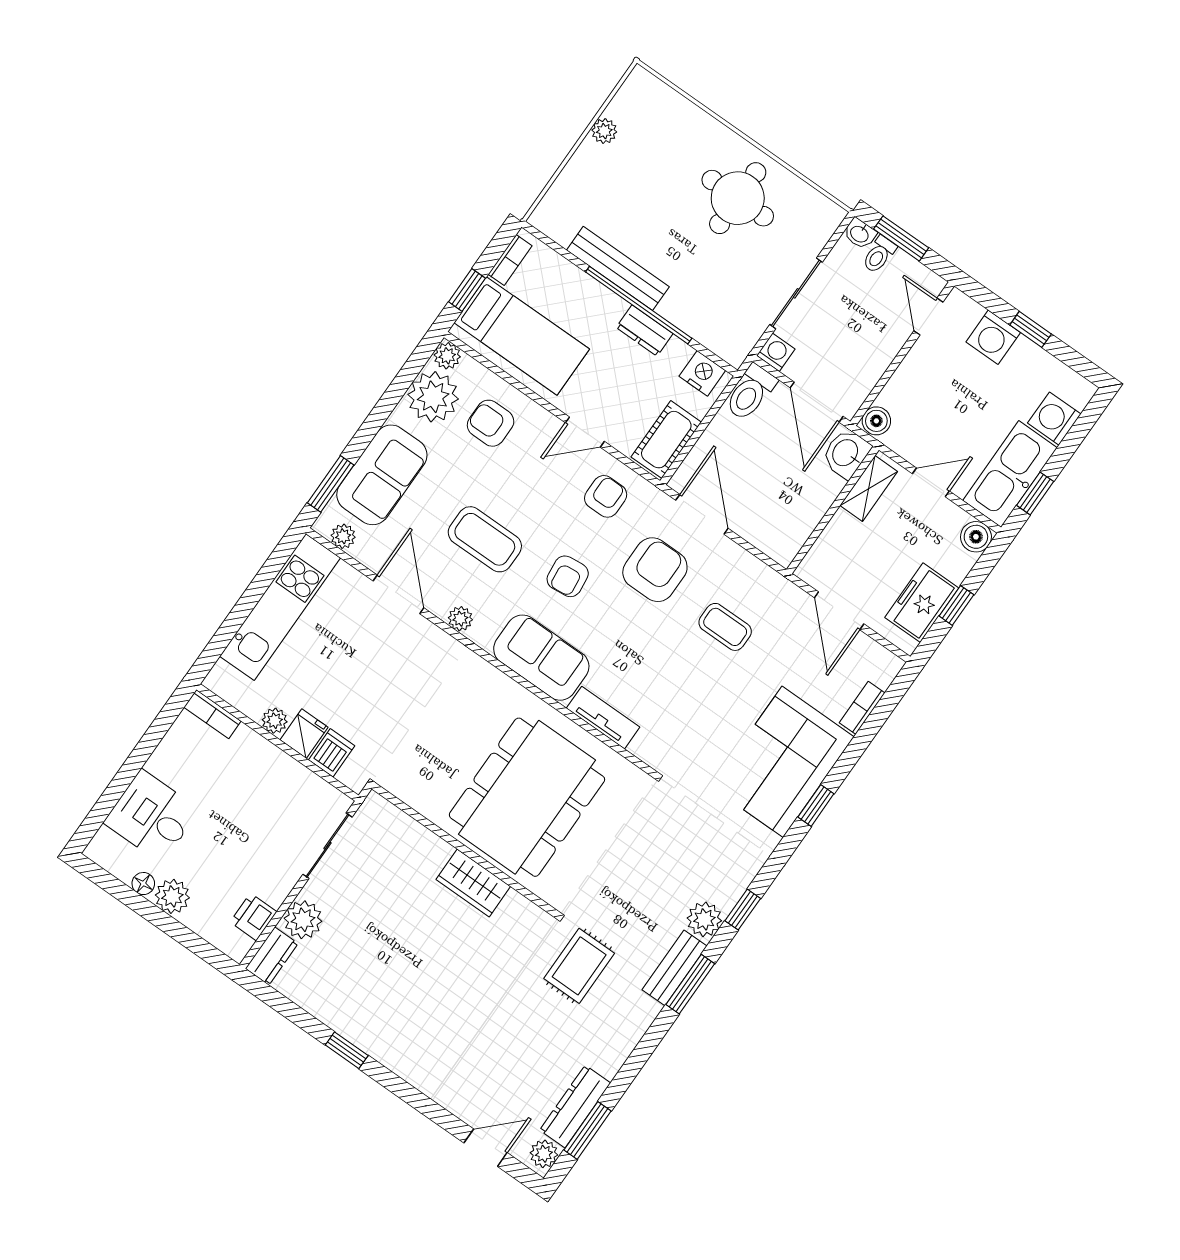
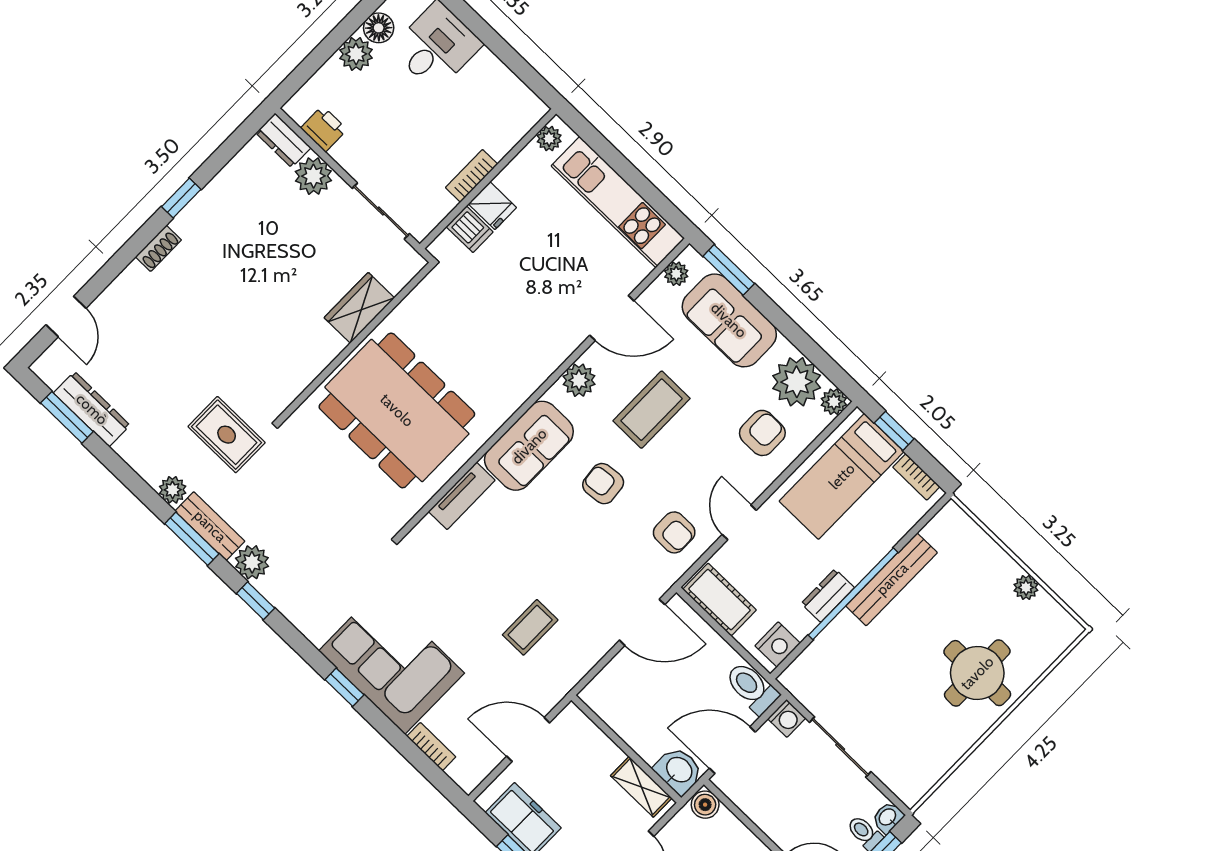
round table: (738, 198) -> (977, 673), moved
armchair: (655, 570) -> (596, 569), removed
plant: (460, 619) -> (579, 380), width x1.38, depth x1.38
bookcase: (212, 714) -> (472, 176), moved
plant: (275, 721) -> (549, 139), moved
wardrobe: (473, 883) -> (359, 308), moved
floor lamp: (143, 884) -> (379, 28), width x1.37, depth x1.37
shoe rack: (401, 1065) -> (158, 248), added
plant: (544, 1154) -> (173, 490), moved

